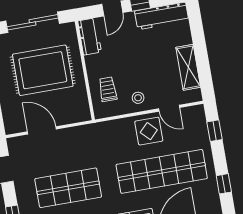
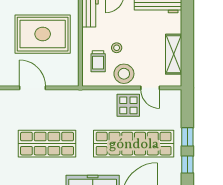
stool: (125, 71) -> (117, 48), added
trolley: (108, 89) -> (98, 61), turned 180
stool: (138, 98) -> (124, 74), width x1.89, depth x1.89
window: (214, 131) -> (187, 137), moved

